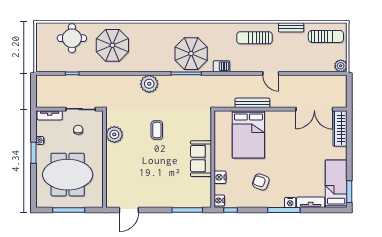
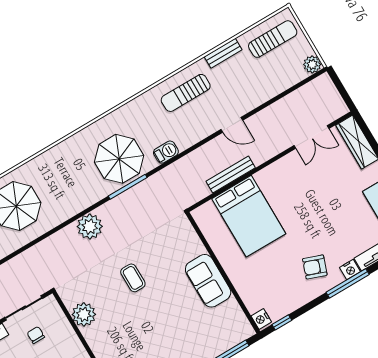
double door: (314, 109) -> (311, 137), width x0.73
nightstand: (220, 177) -> (245, 290), removed
armchair: (261, 182) -> (315, 267), moved

